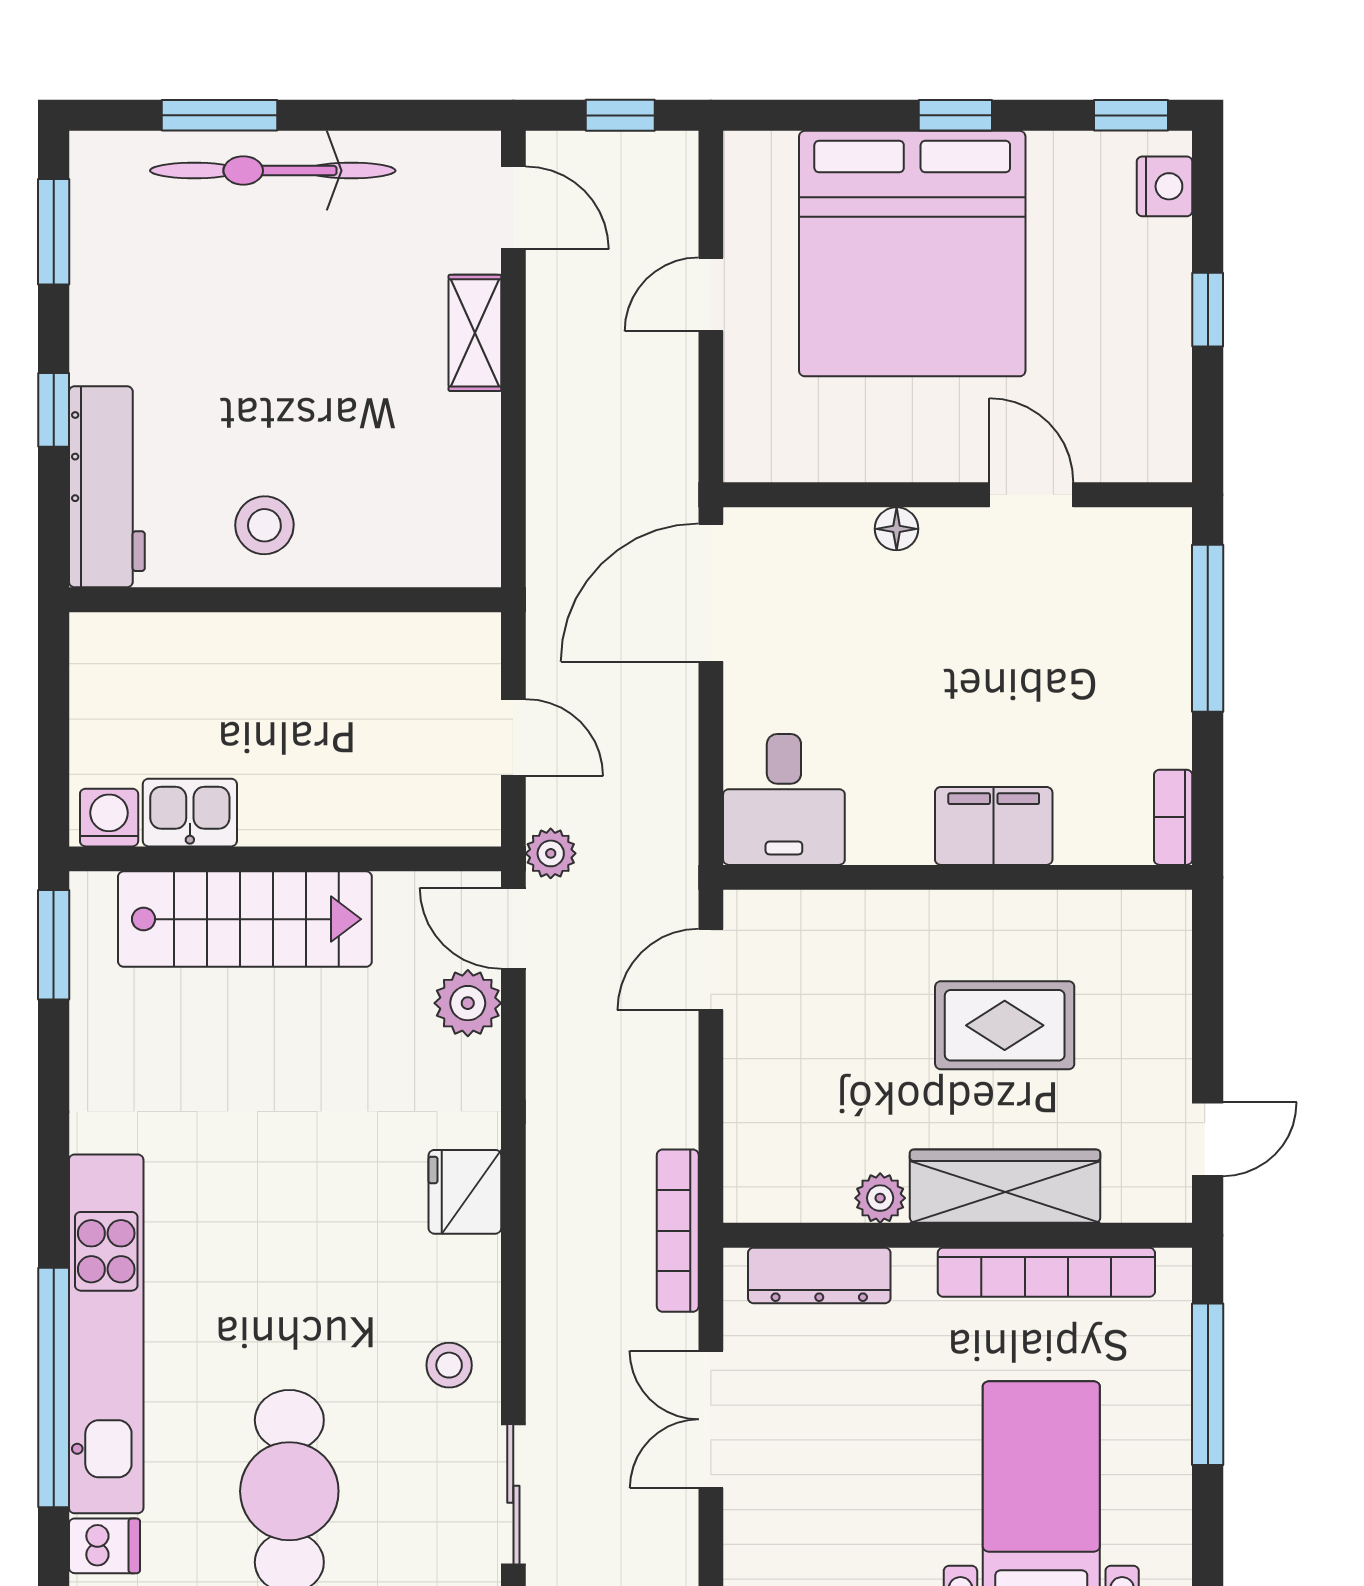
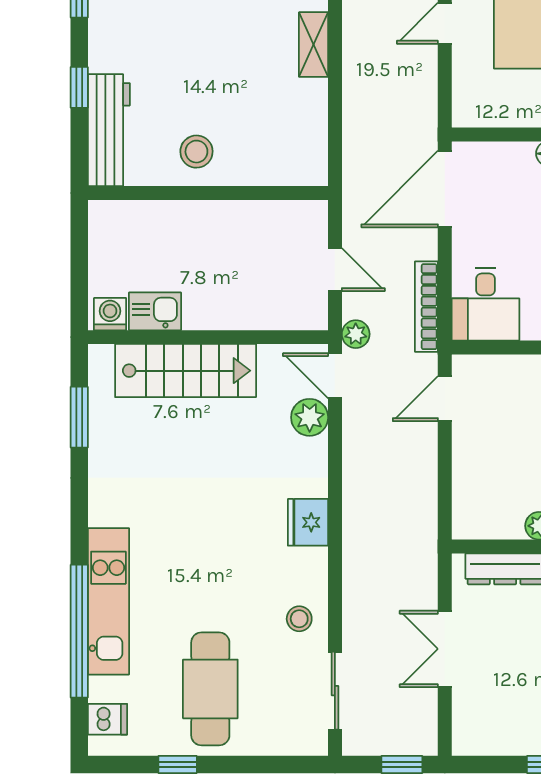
window: (54, 945) -> (79, 417), moved
bookcase: (678, 1231) -> (426, 307), moved
kitchen unit: (106, 1334) -> (108, 601), width x0.73

